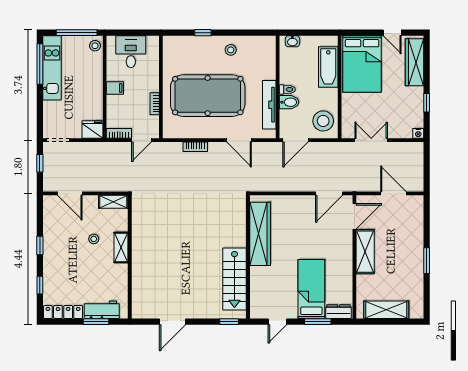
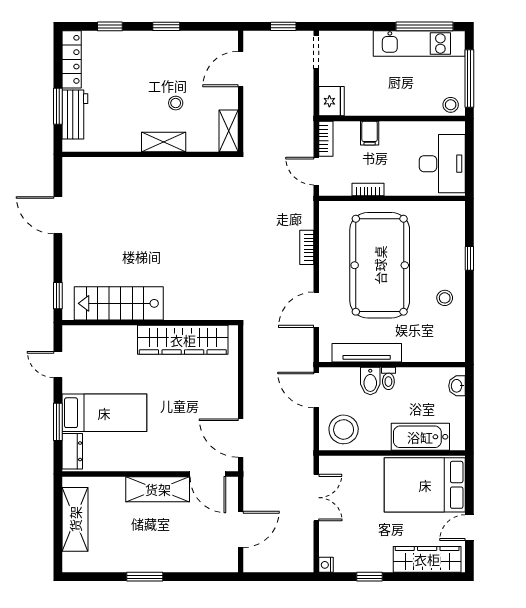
desk: (131, 52) -> (442, 164), width x1.37
filing cabinet: (115, 88) -> (370, 133), moved

